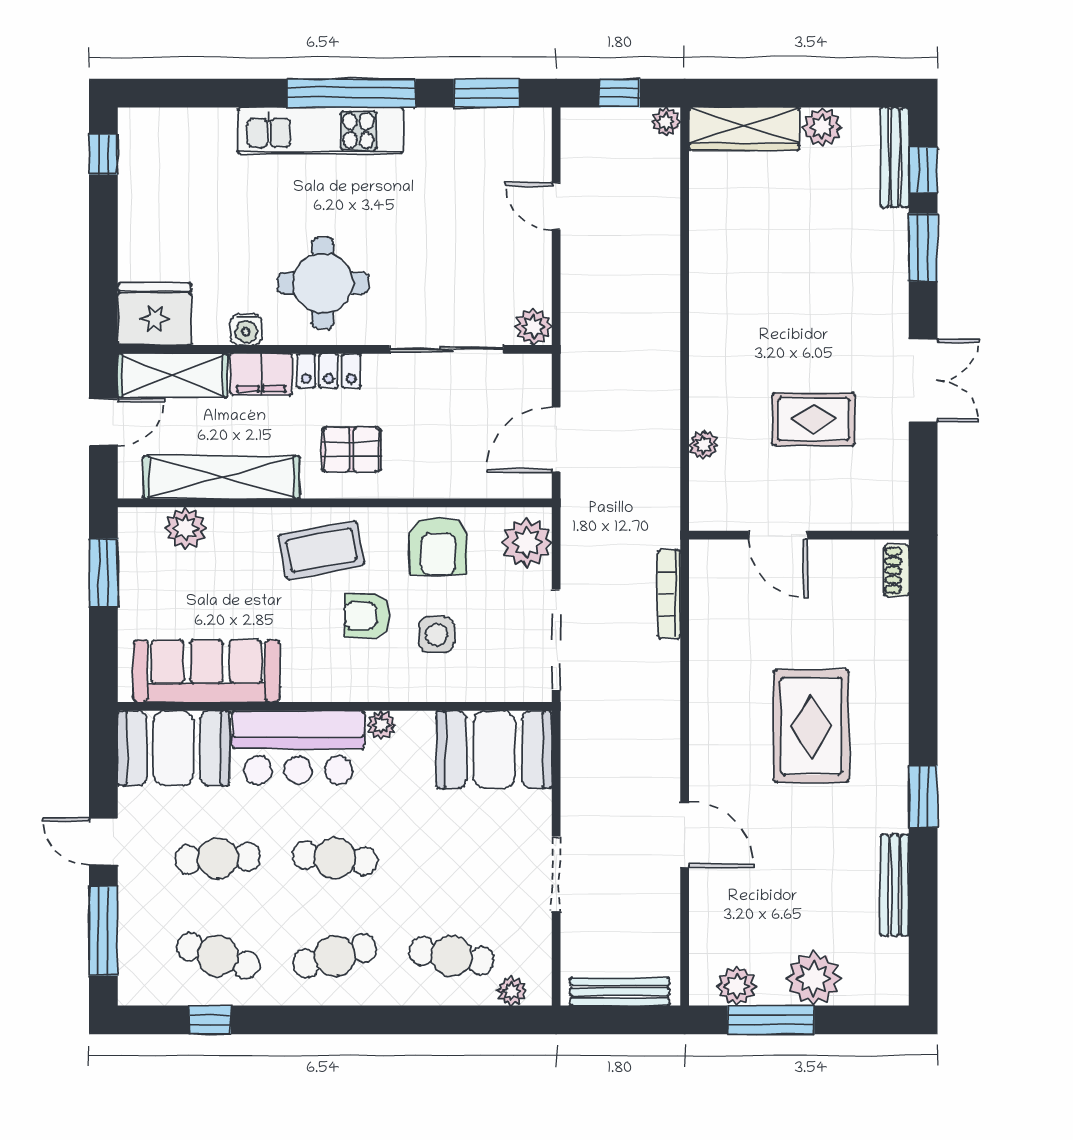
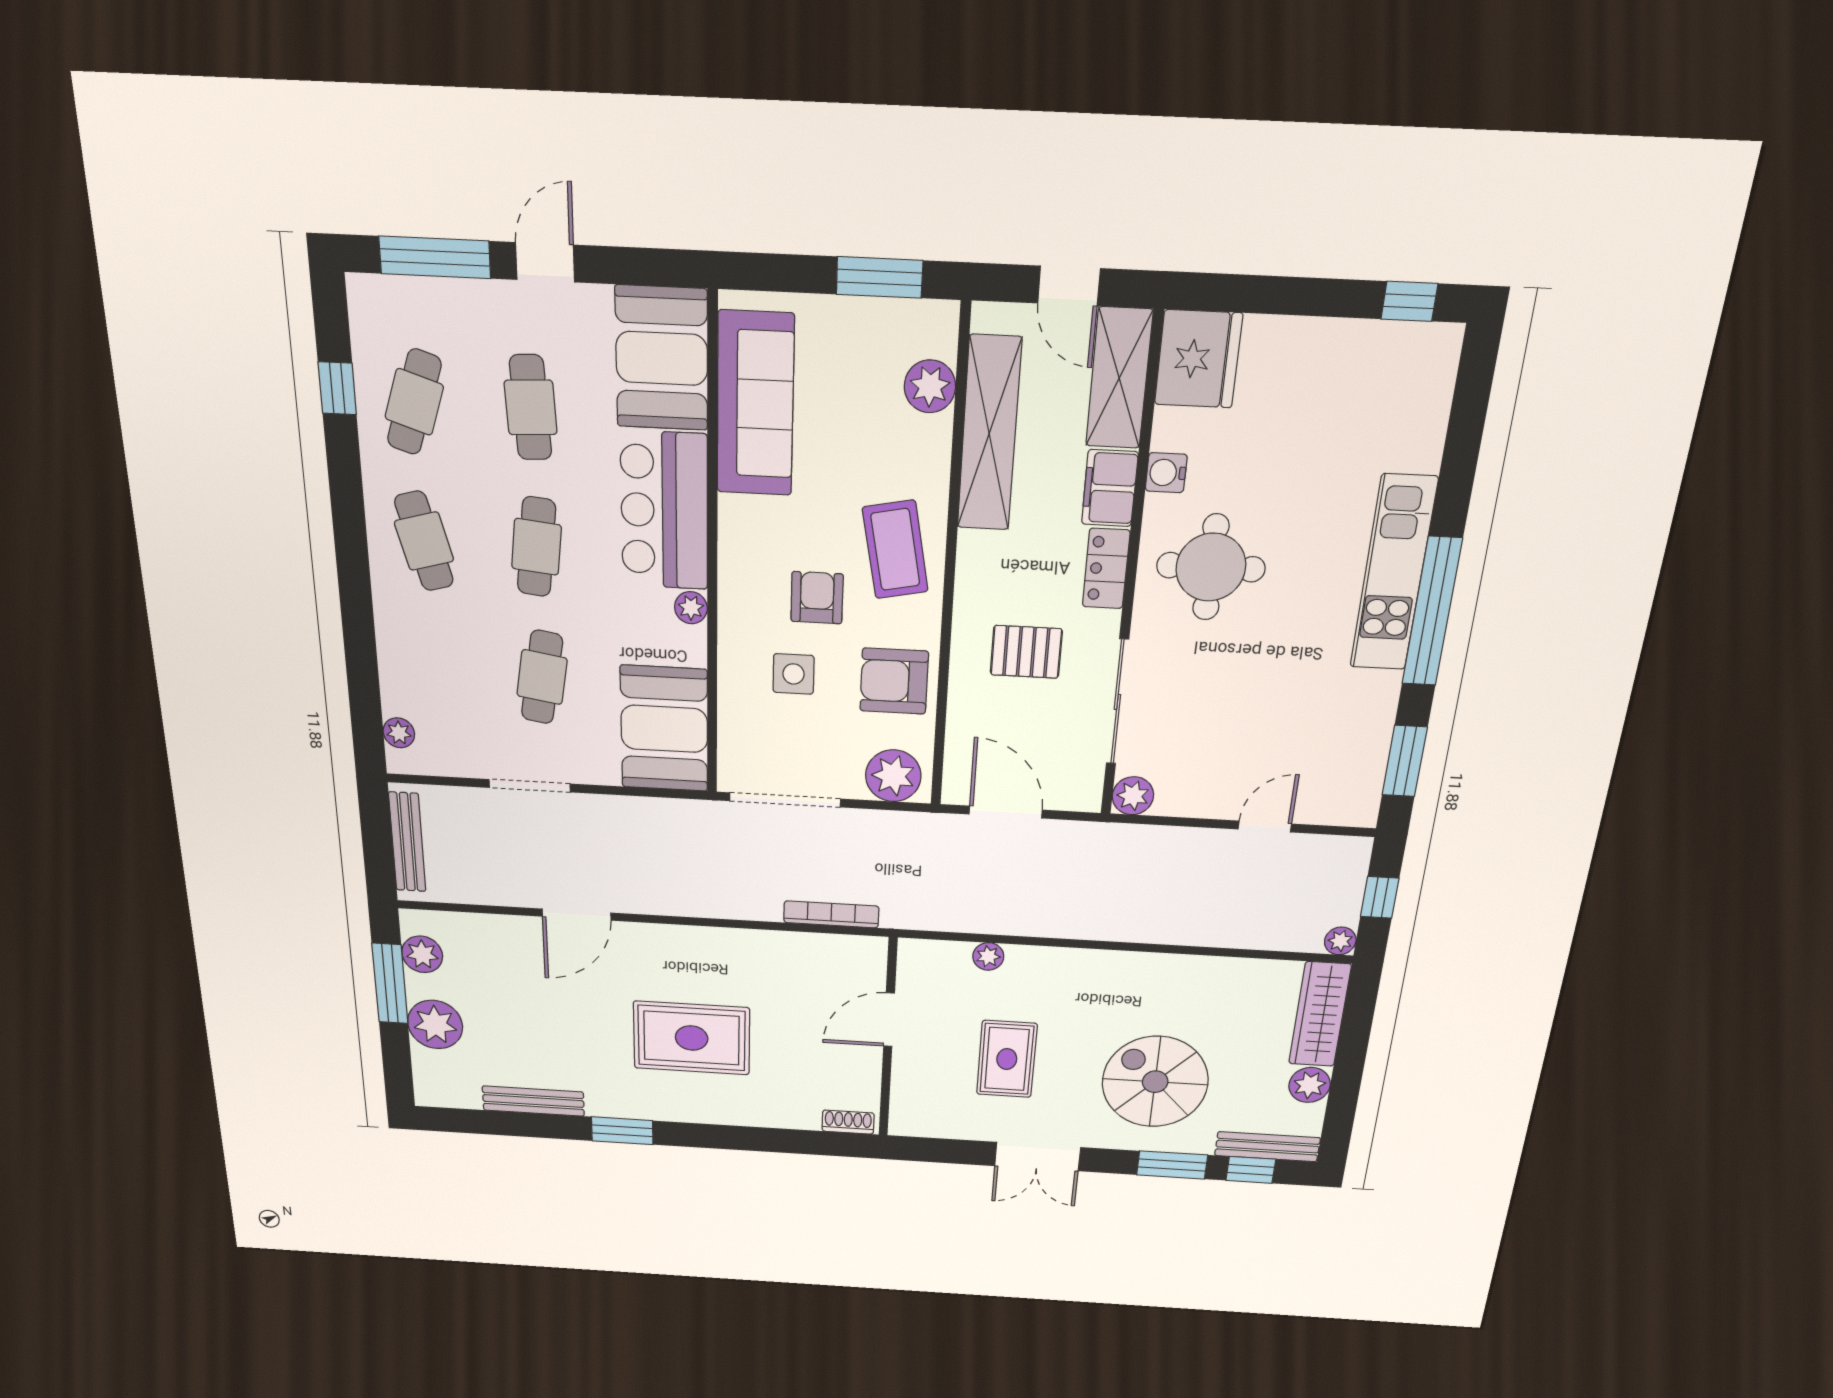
spiral stairs: (829, 275) -> (1155, 1082), added
pallet: (351, 450) -> (1026, 652), moved, turned 90
cafe table: (452, 956) -> (542, 677), moved

